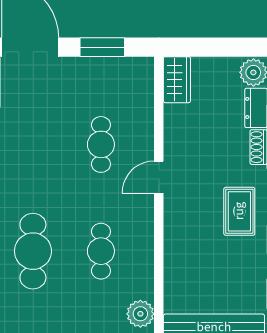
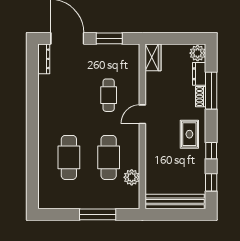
cafe table: (101, 251) -> (109, 157), width x1.37, depth x1.35
plant: (140, 314) -> (132, 177), moved

